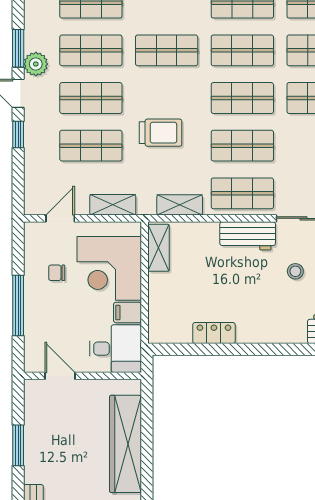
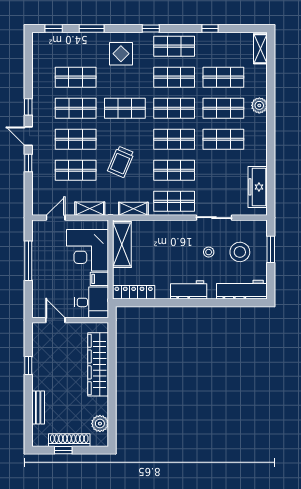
window: (18, 48) -> (28, 107), width x0.67
plant: (36, 64) -> (40, 117), removed
trolley: (161, 133) -> (121, 162), turned 113
workbench: (248, 236) -> (189, 290), moved, turned 180
shelving: (159, 248) -> (122, 244), width x1.50, depth x1.33
chair: (57, 273) -> (53, 253), removed
window: (18, 306) -> (28, 261), moved
locker: (214, 333) -> (134, 292), moved, width x1.53
window: (18, 445) -> (28, 365), width x0.67

